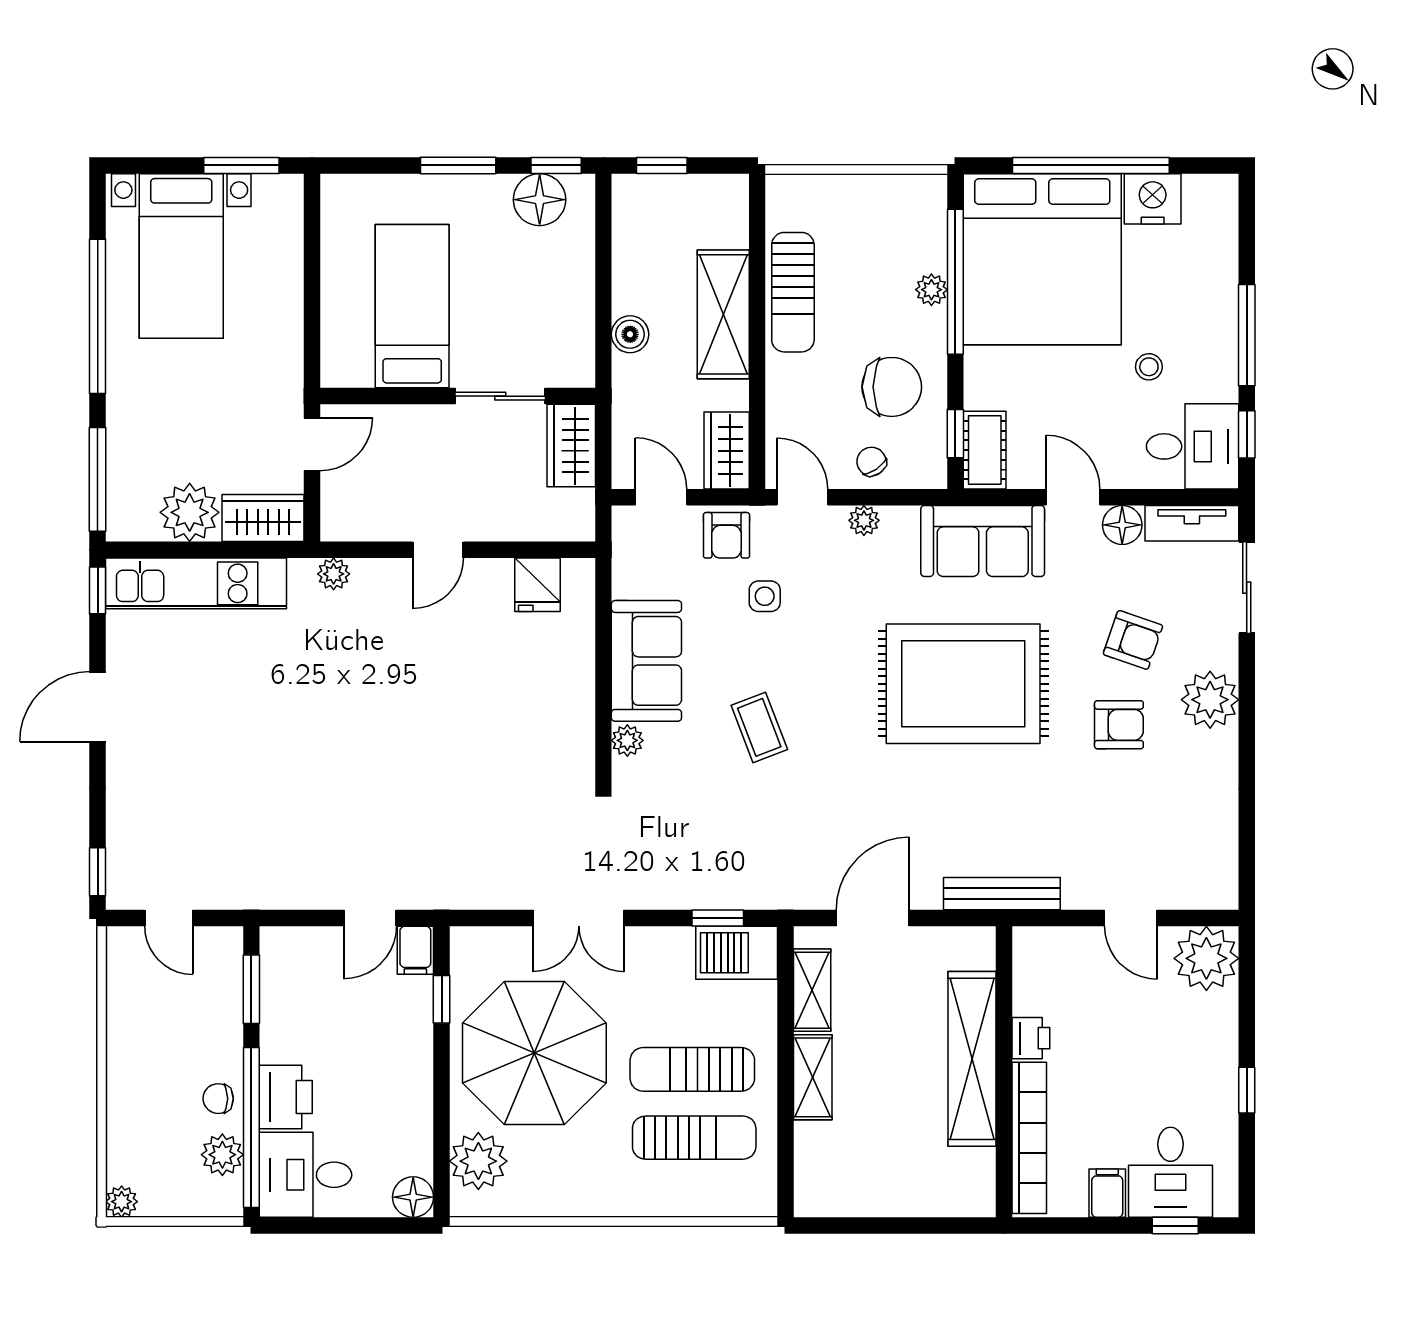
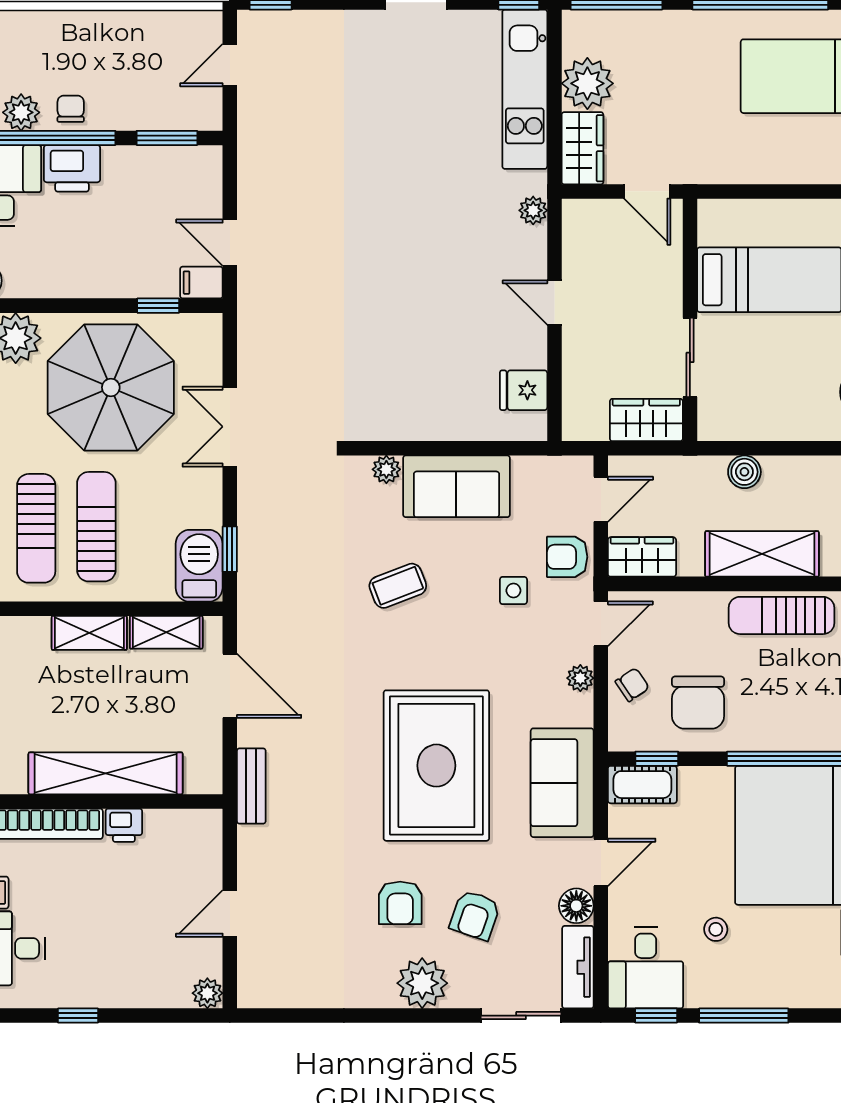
plant: (931, 290) -> (784, 738), removed
bench: (1002, 894) -> (251, 786), width x0.73
plant: (1206, 958) -> (207, 993), width x0.53, depth x0.53

